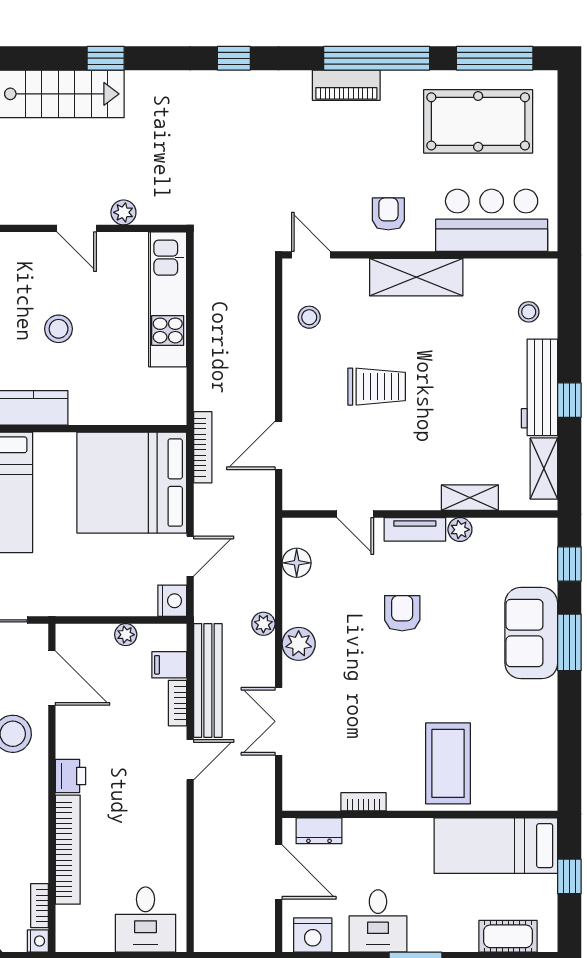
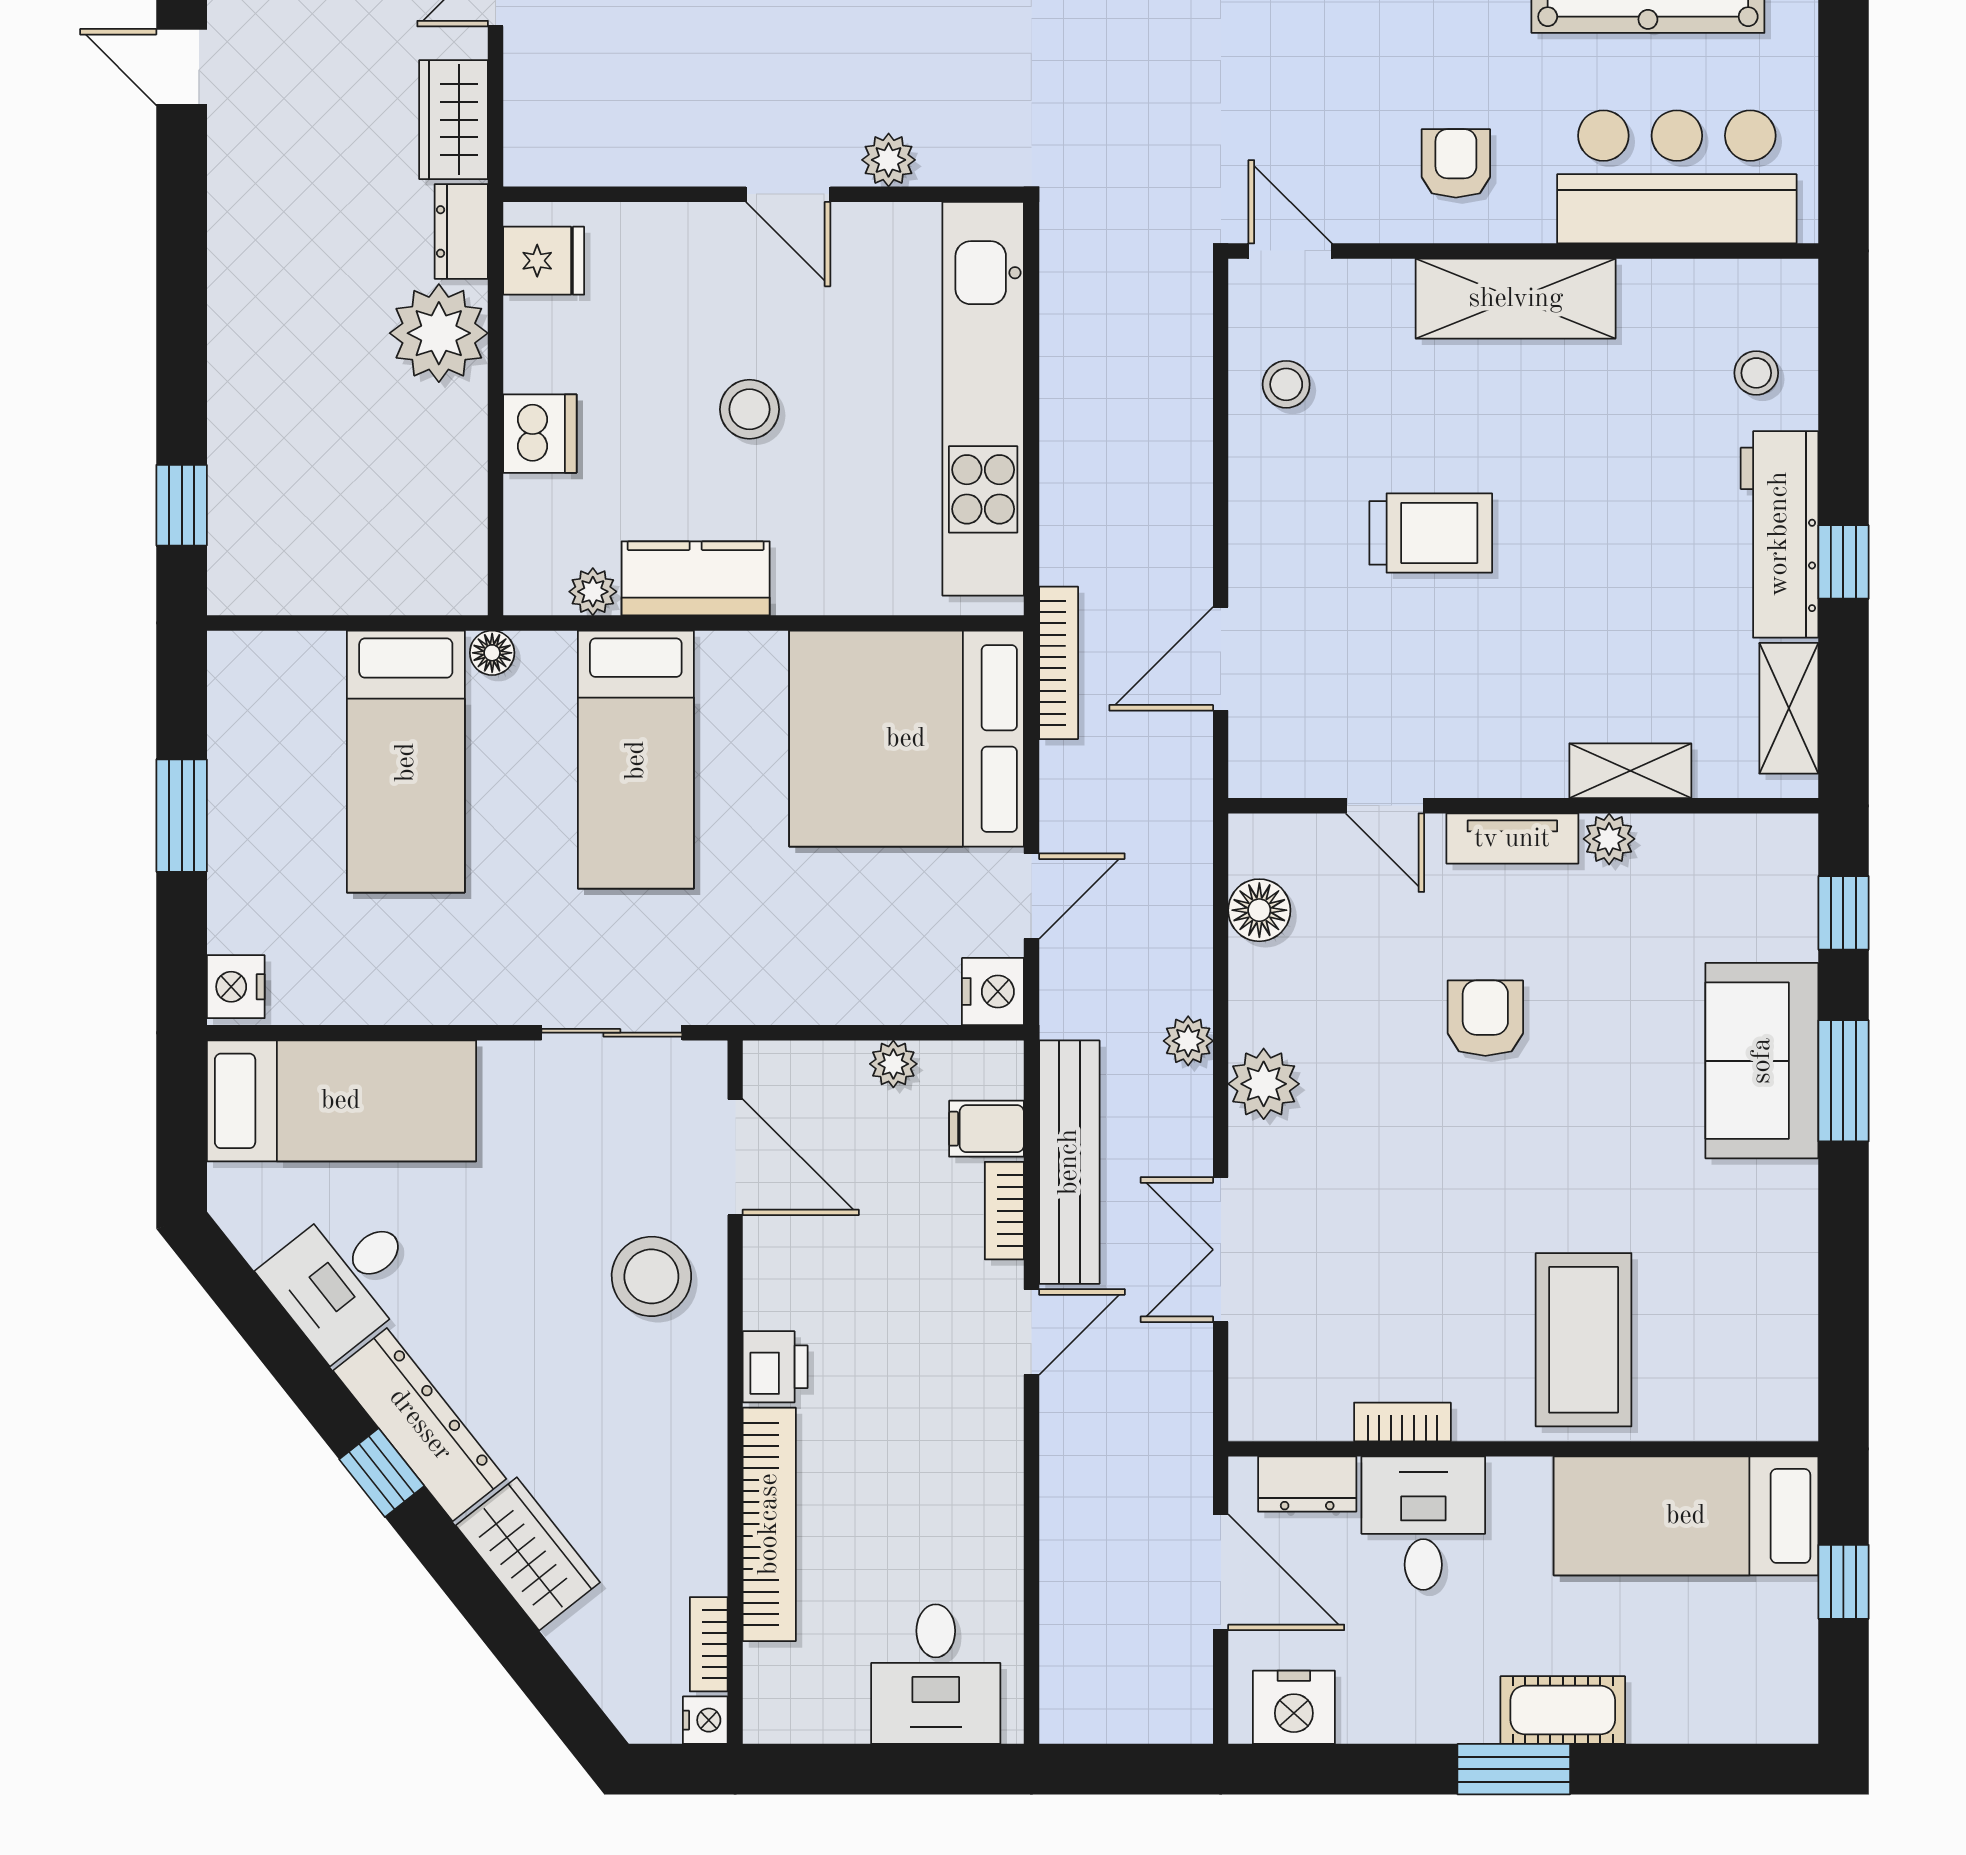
kitchen unit: (168, 299) -> (983, 399), width x1.36
desk: (378, 921) -> (1423, 1523), moved, turned 180
cot: (508, 936) -> (1563, 1710), moved

